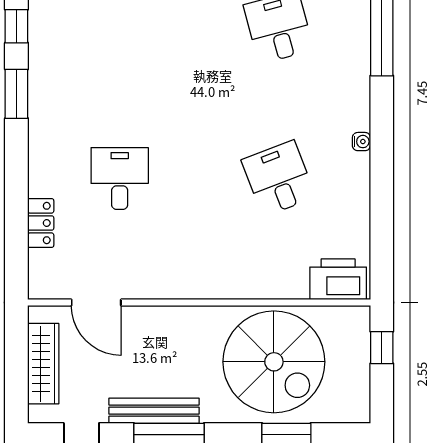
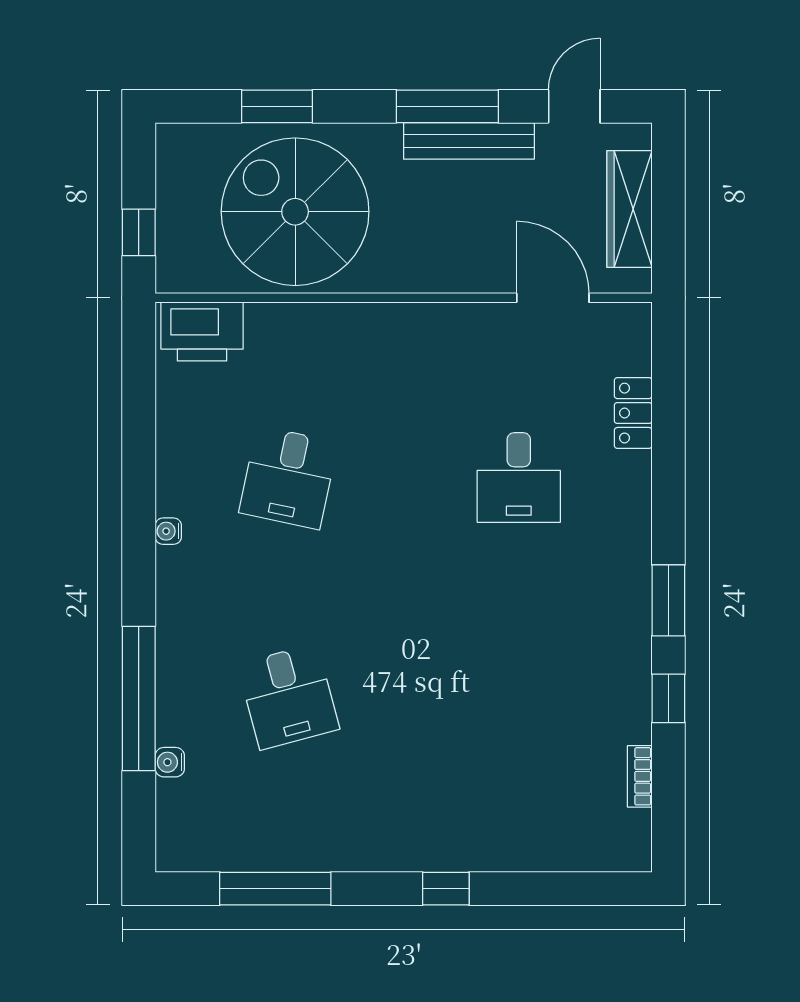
desk: (279, 178) -> (288, 478), turned 33

